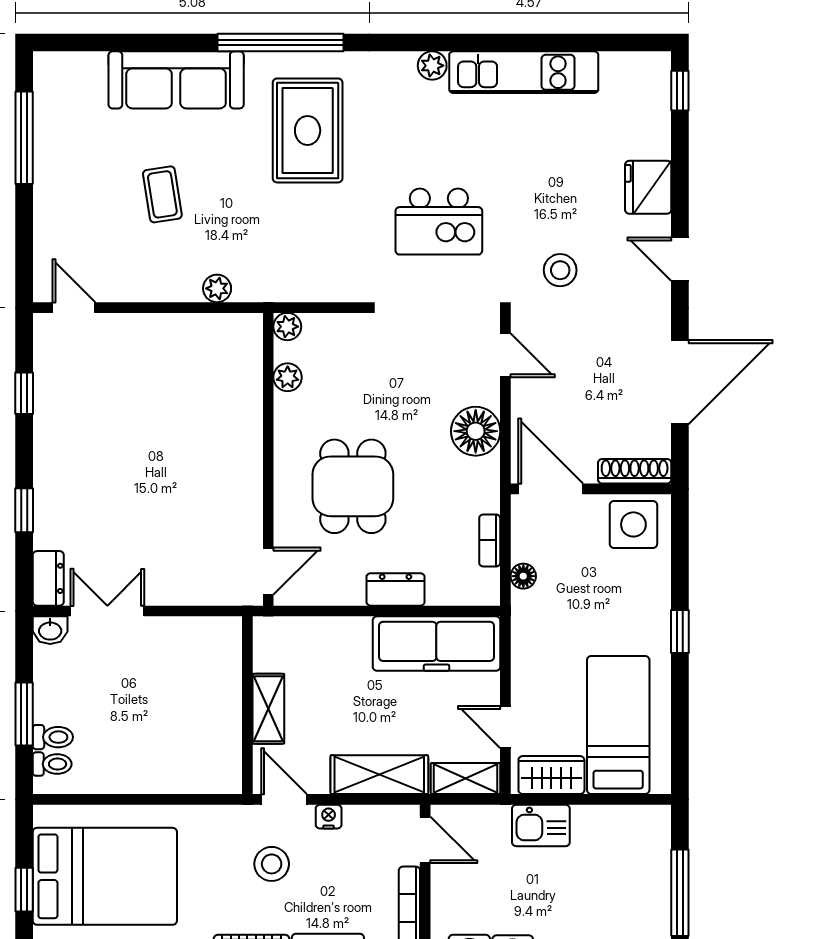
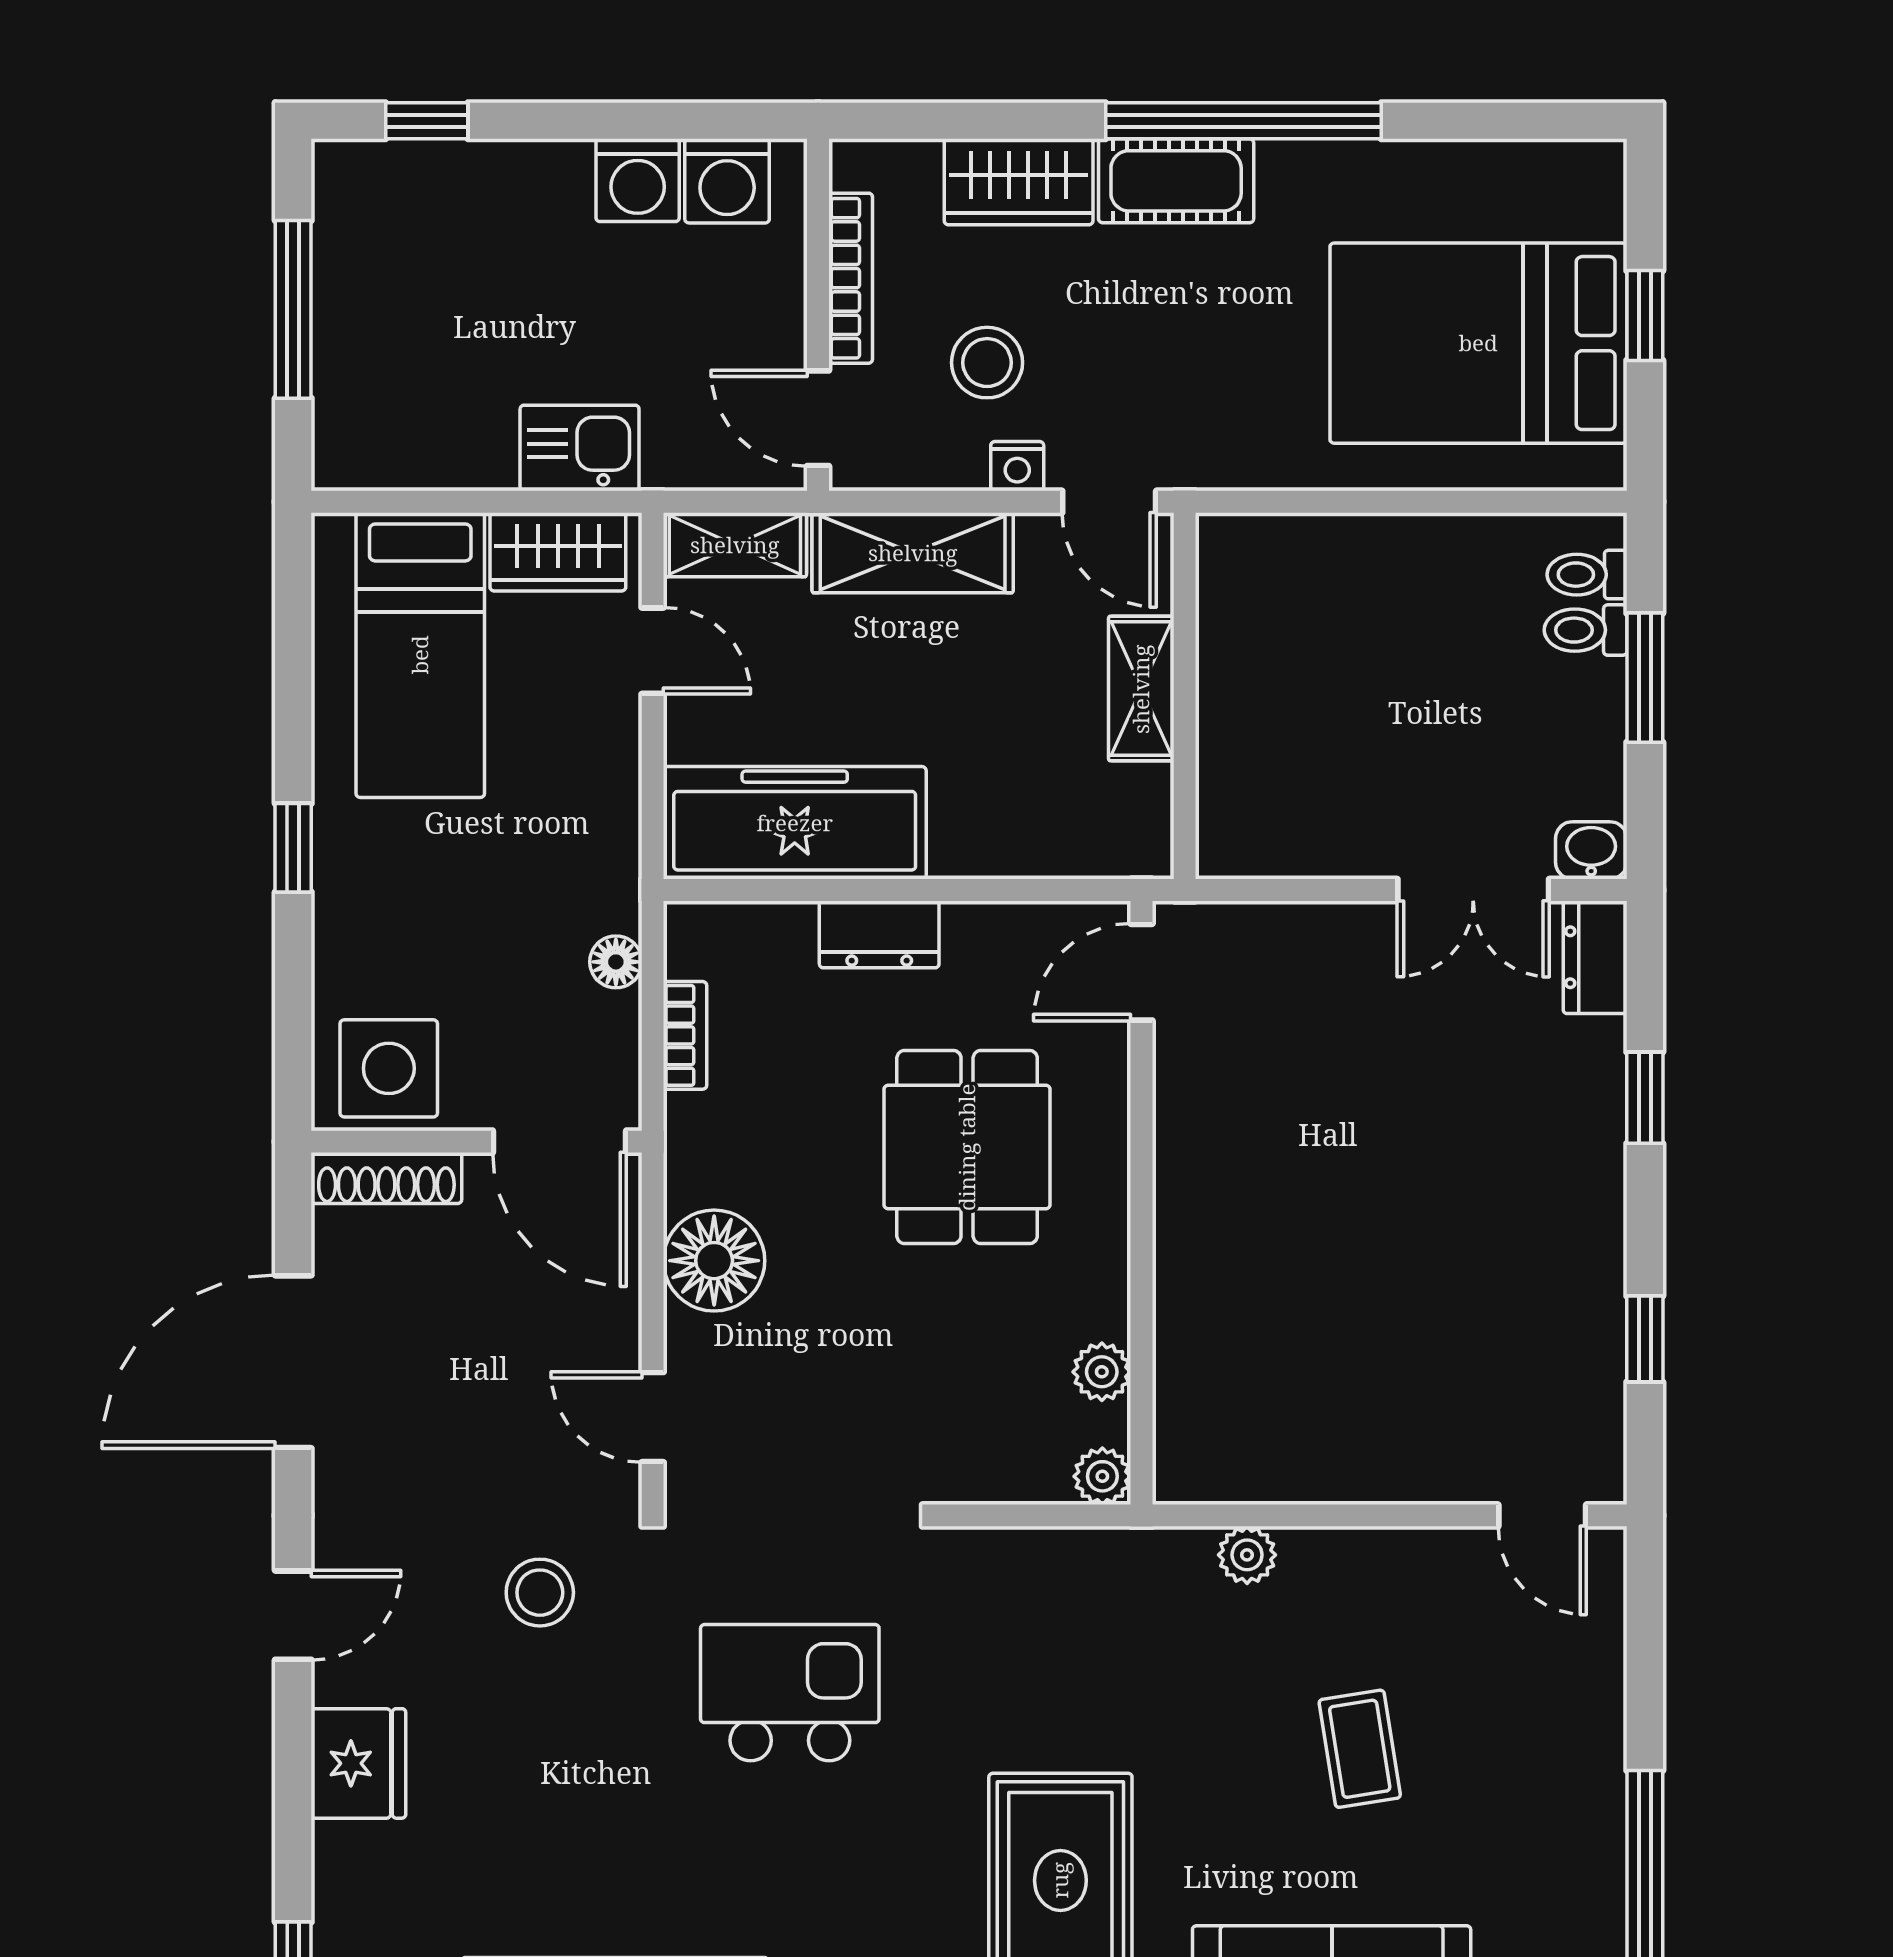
door: (680, 259) -> (293, 1615), hinge flipped
stool: (272, 864) -> (987, 363), moved

